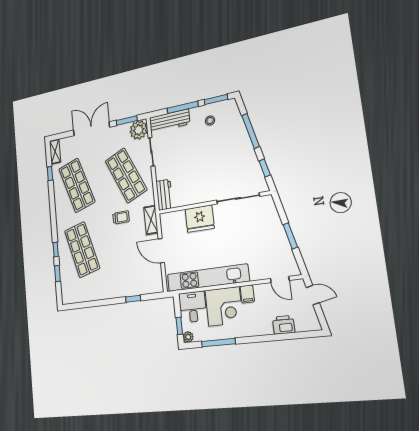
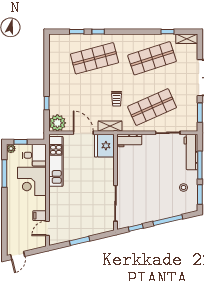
plant: (139, 130) -> (57, 123), moved
fridge: (200, 219) -> (104, 146), moved
door: (161, 251) -> (83, 133), hinge flipped
kitchen unit: (208, 278) -> (56, 161), width x0.73
filing cabinet: (247, 294) -> (40, 216), moved
door: (313, 295) -> (18, 255), moved
printer: (284, 325) -> (13, 227), removed

